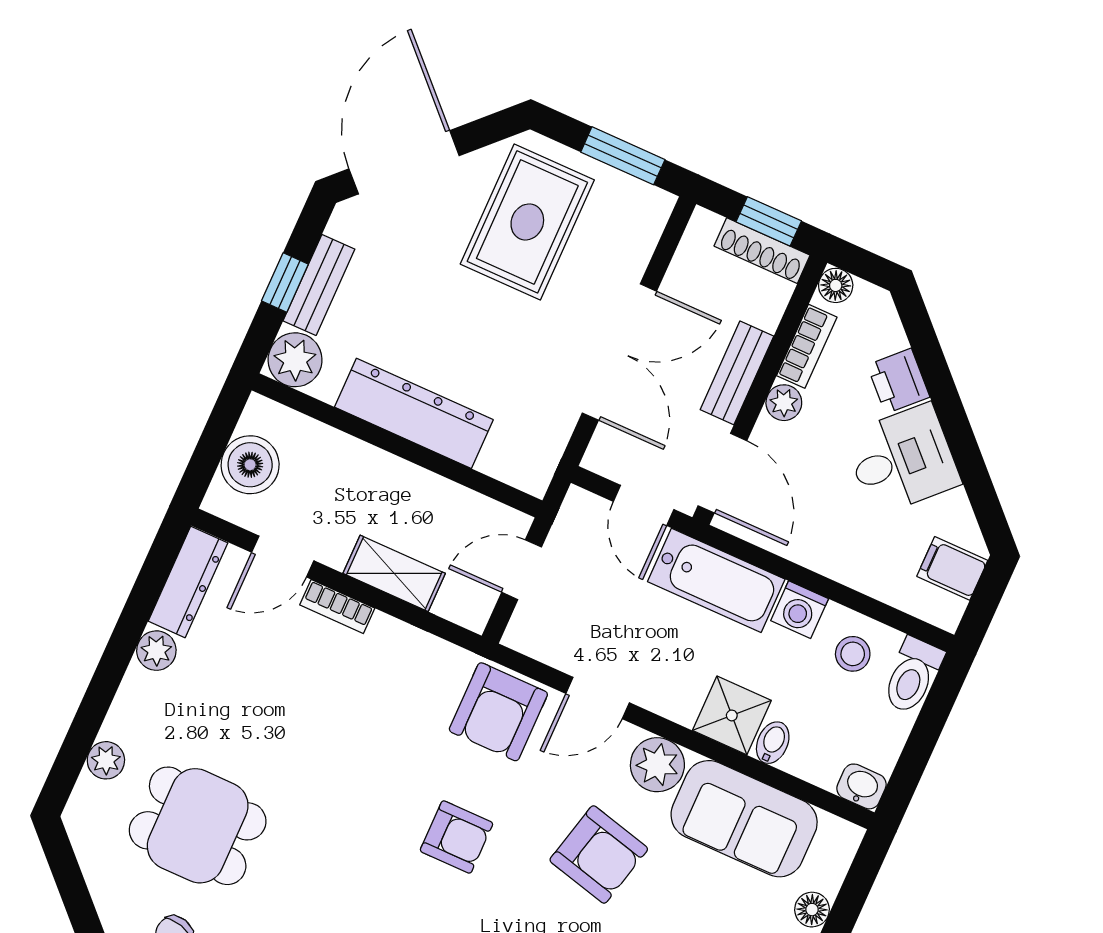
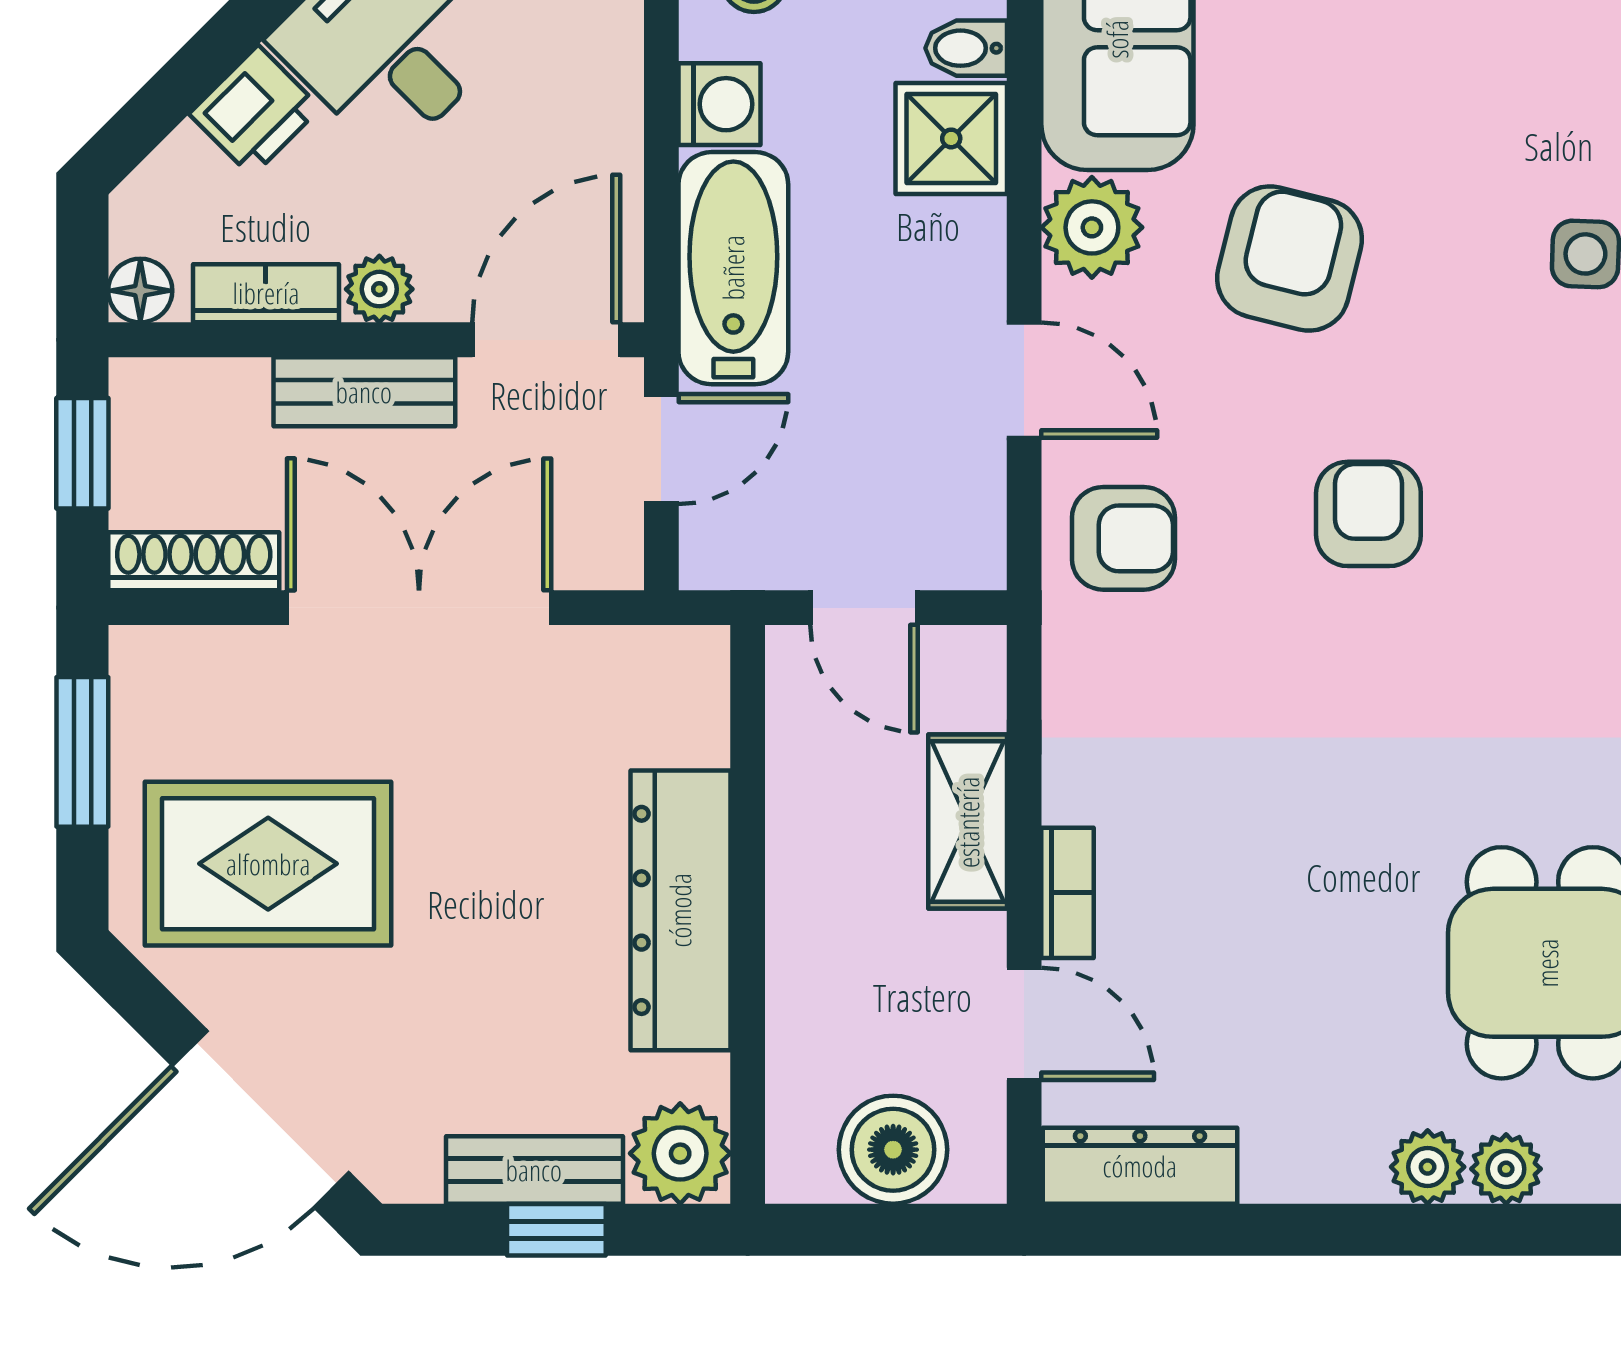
shoe rack: (762, 251) -> (194, 561), moved, turned -90
plant: (156, 651) -> (1428, 1167), moved
armchair: (498, 712) -> (1123, 538), width x0.72, depth x0.72

